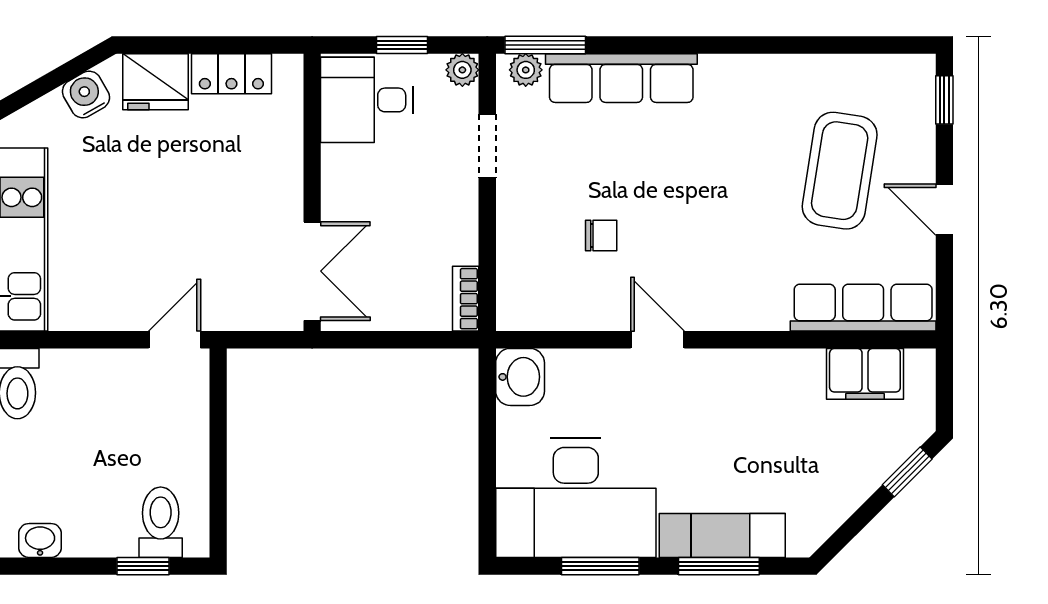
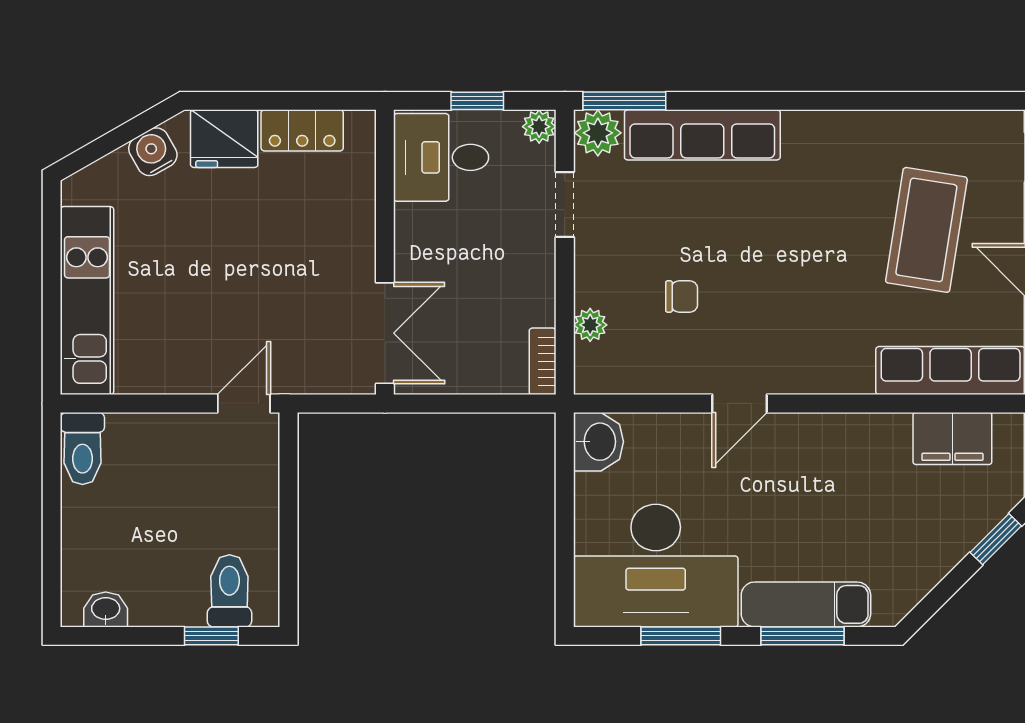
plant: (526, 70) -> (598, 133), width x1.38, depth x1.38
plant: (512, 263) -> (590, 325), added
door: (657, 340) -> (739, 403), swing flipped

